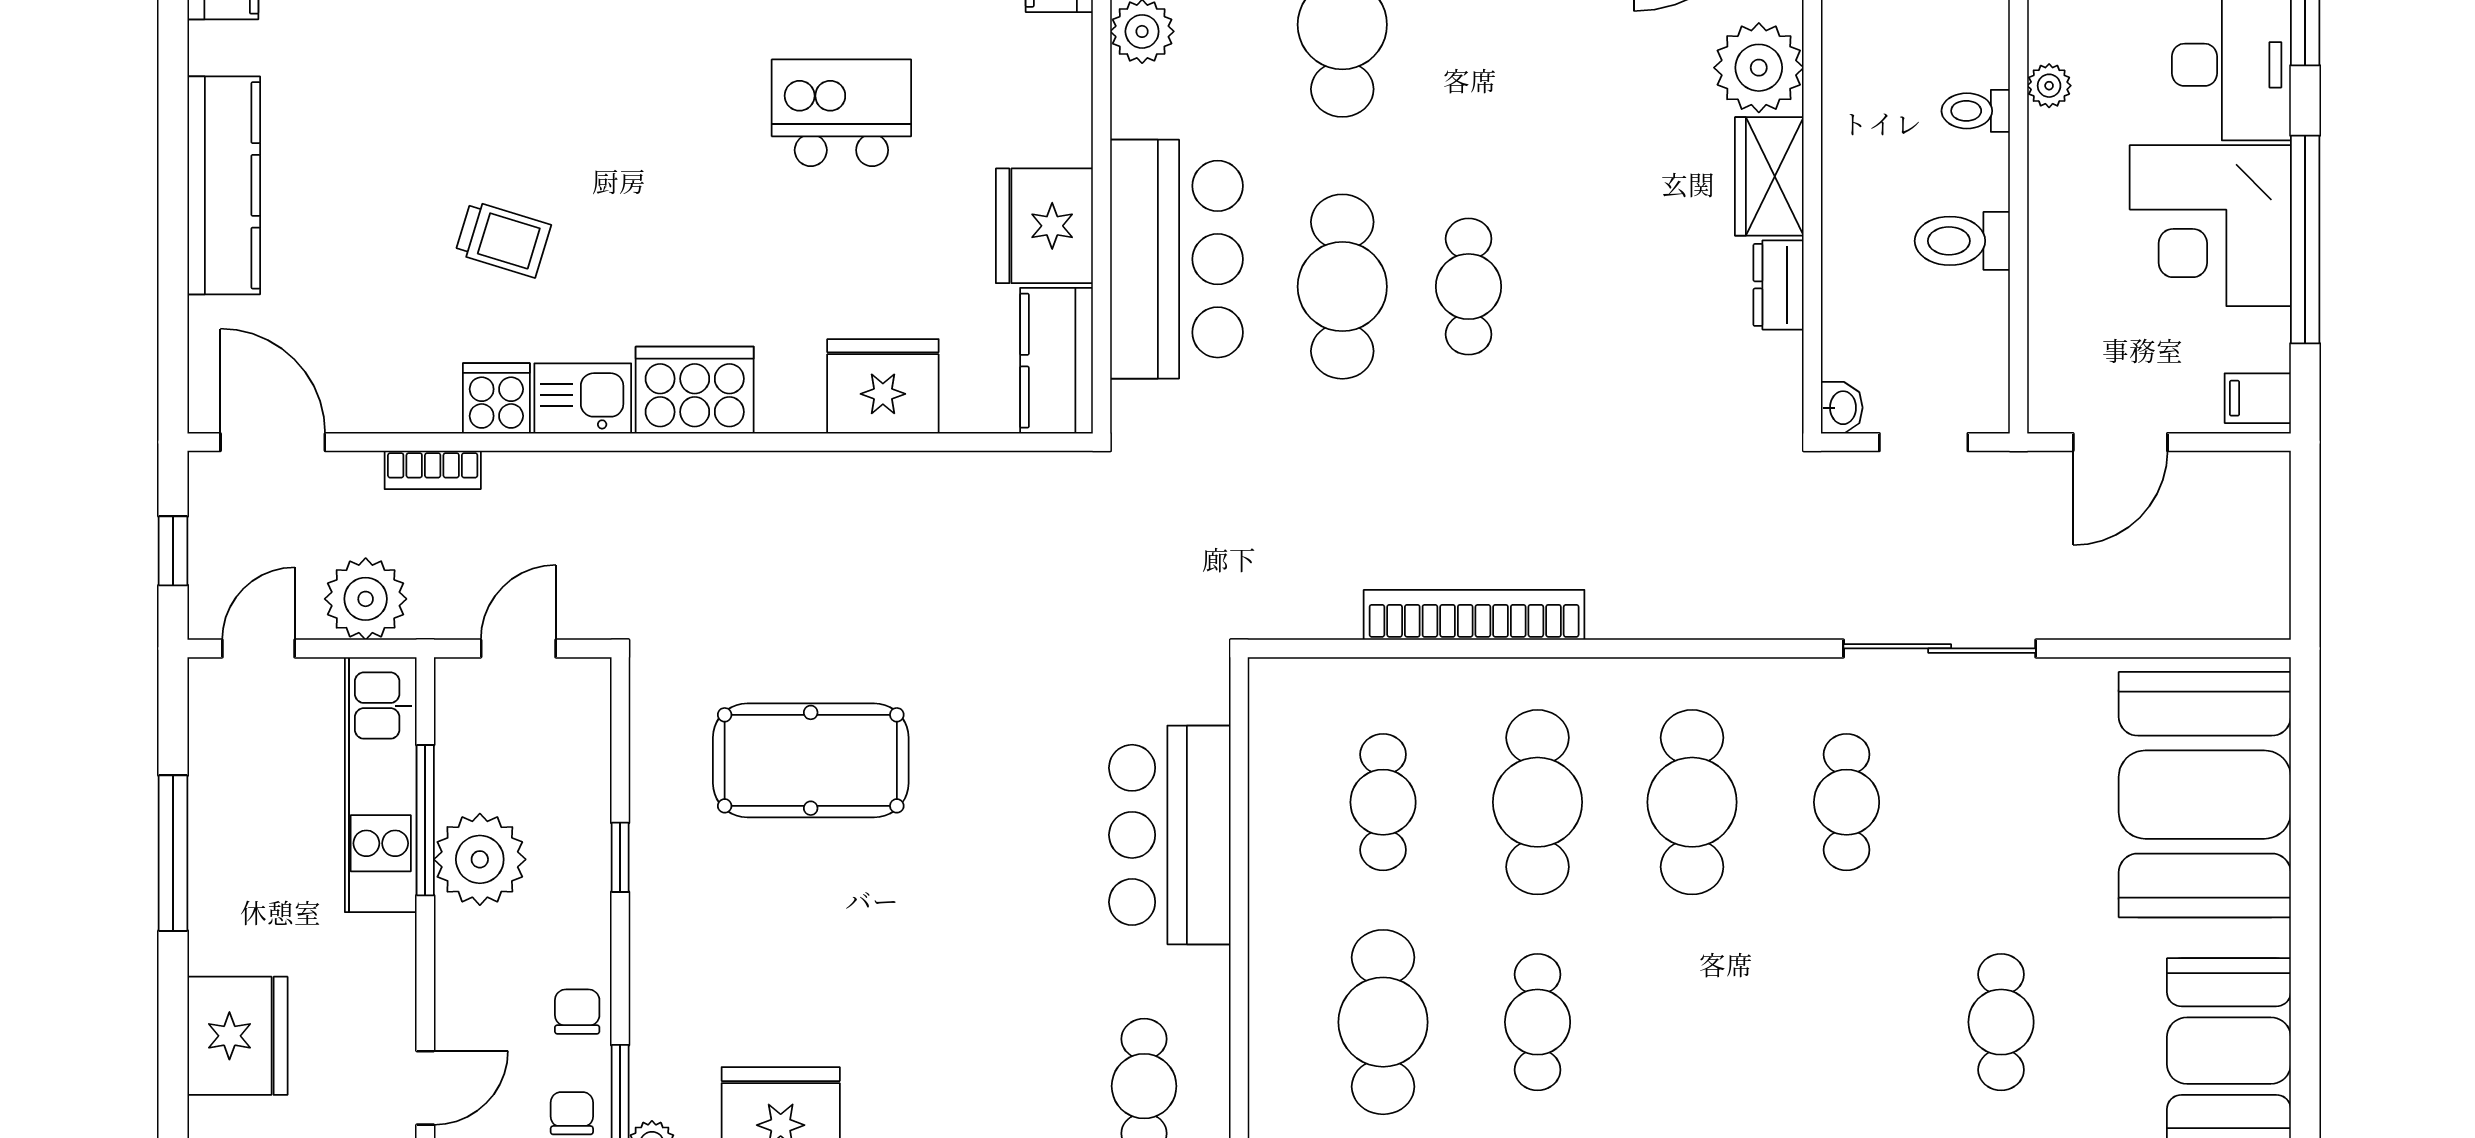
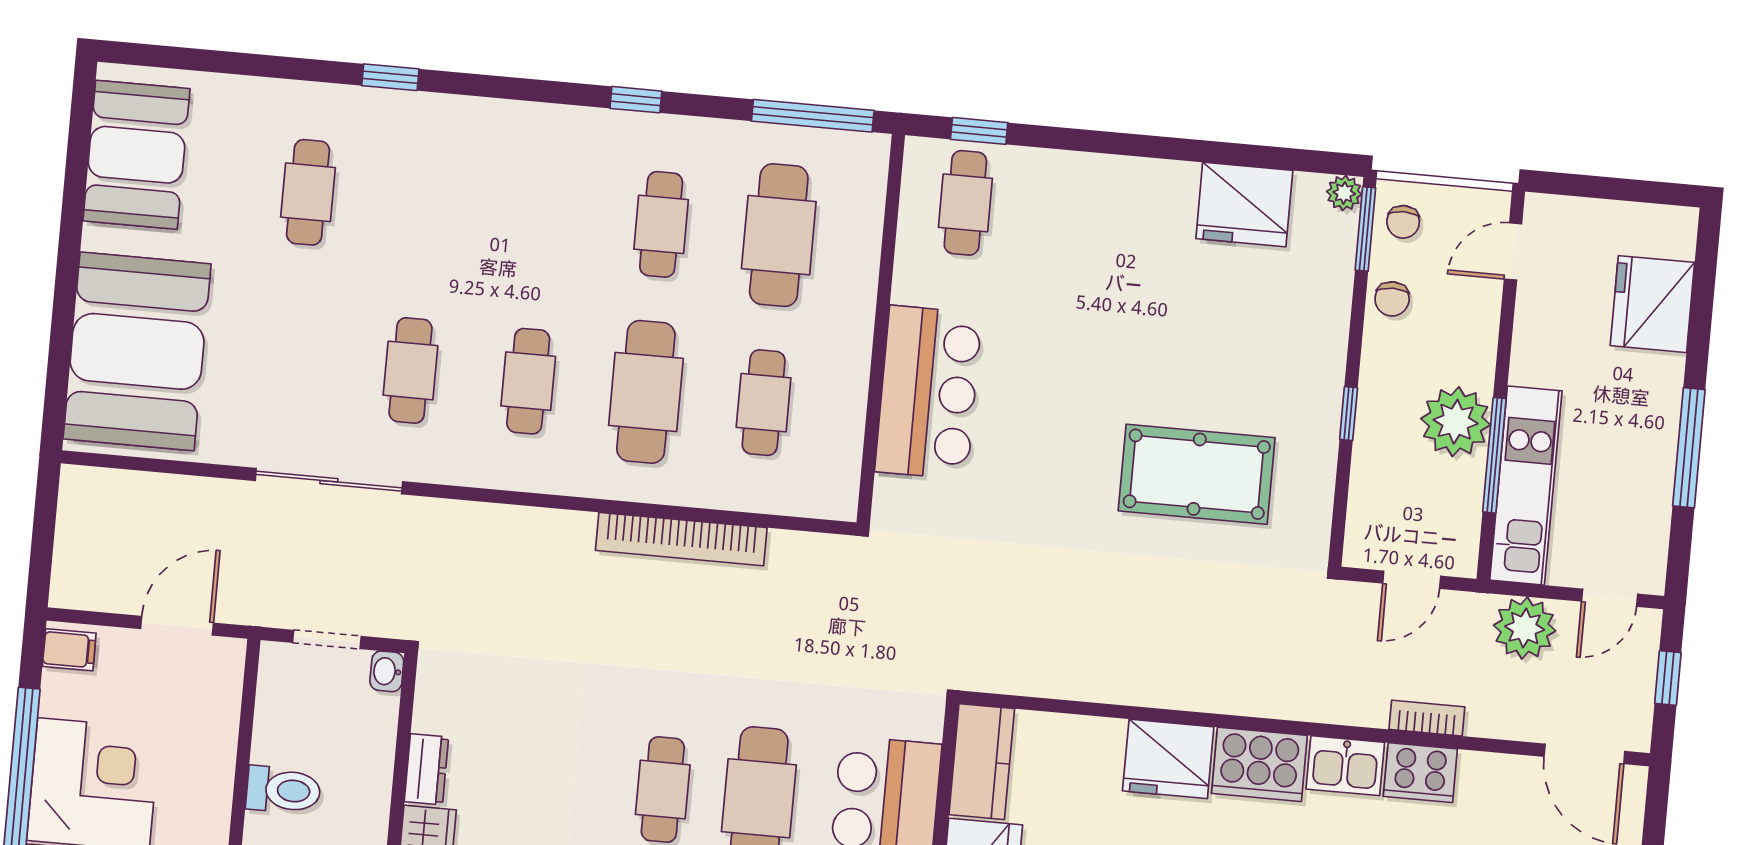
fridge: (883, 386) -> (1168, 759), moved
cooker: (496, 398) -> (1420, 773), width x1.36
bookcase: (433, 470) -> (1427, 718), moved
cafe table: (1692, 802) -> (528, 381), width x0.73, depth x0.74

